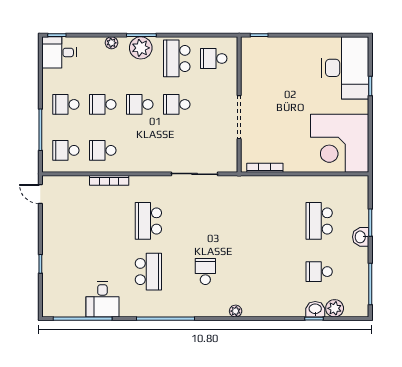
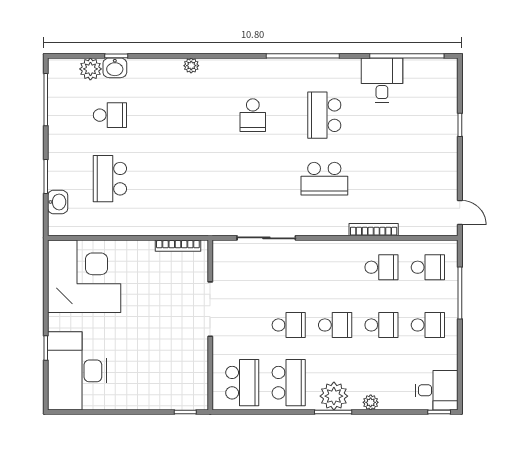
school desk: (214, 58) -> (242, 383), width x1.85
school desk: (148, 221) -> (324, 179), turned 90
school desk: (319, 221) -> (110, 179), turned 180
washbasin: (361, 237) -> (58, 202), moved
plant: (236, 311) -> (191, 66), moved

